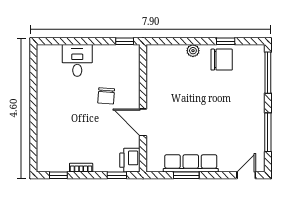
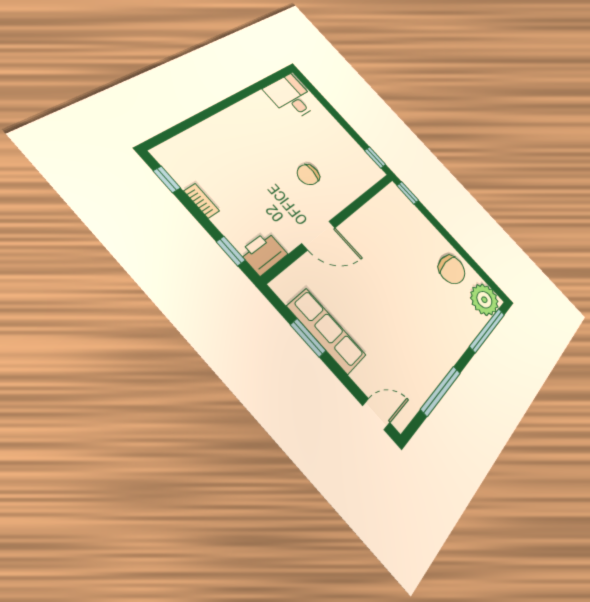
window: (226, 41) -> (408, 193), moved
plant: (193, 51) -> (484, 300), moved, width x1.88, depth x1.88
desk: (77, 60) -> (291, 97), moved, turned -90
door: (143, 122) -> (319, 236), swing flipped

